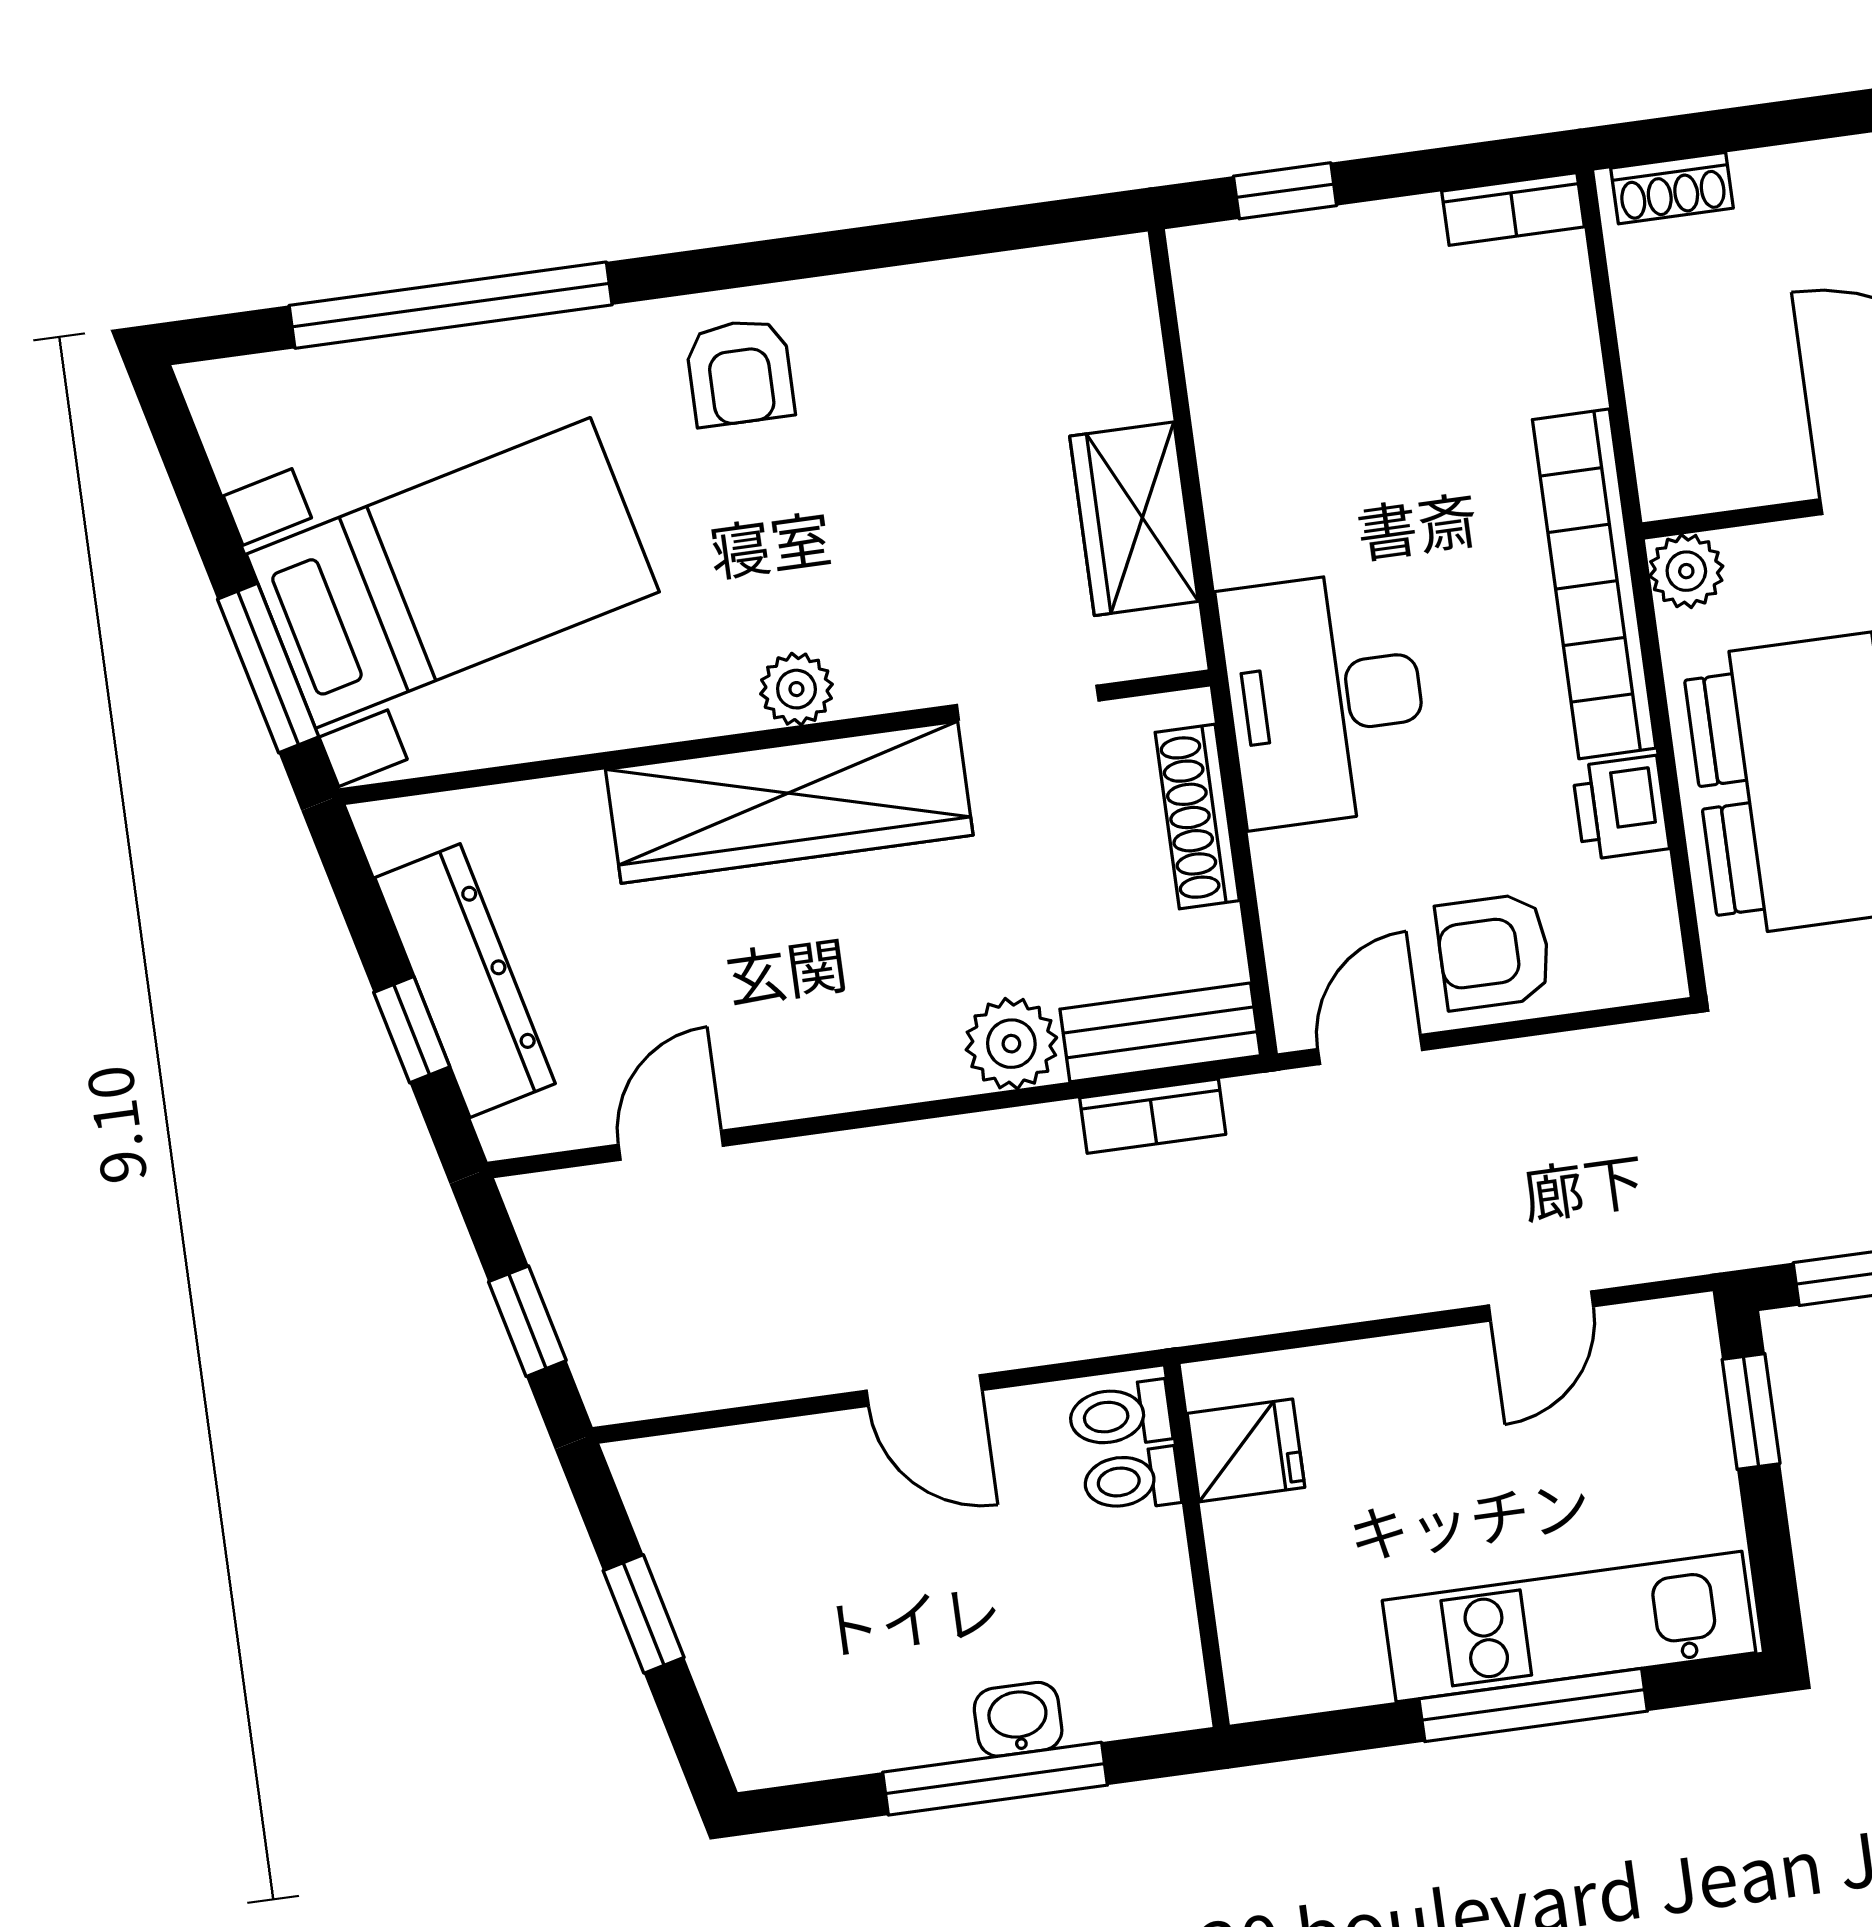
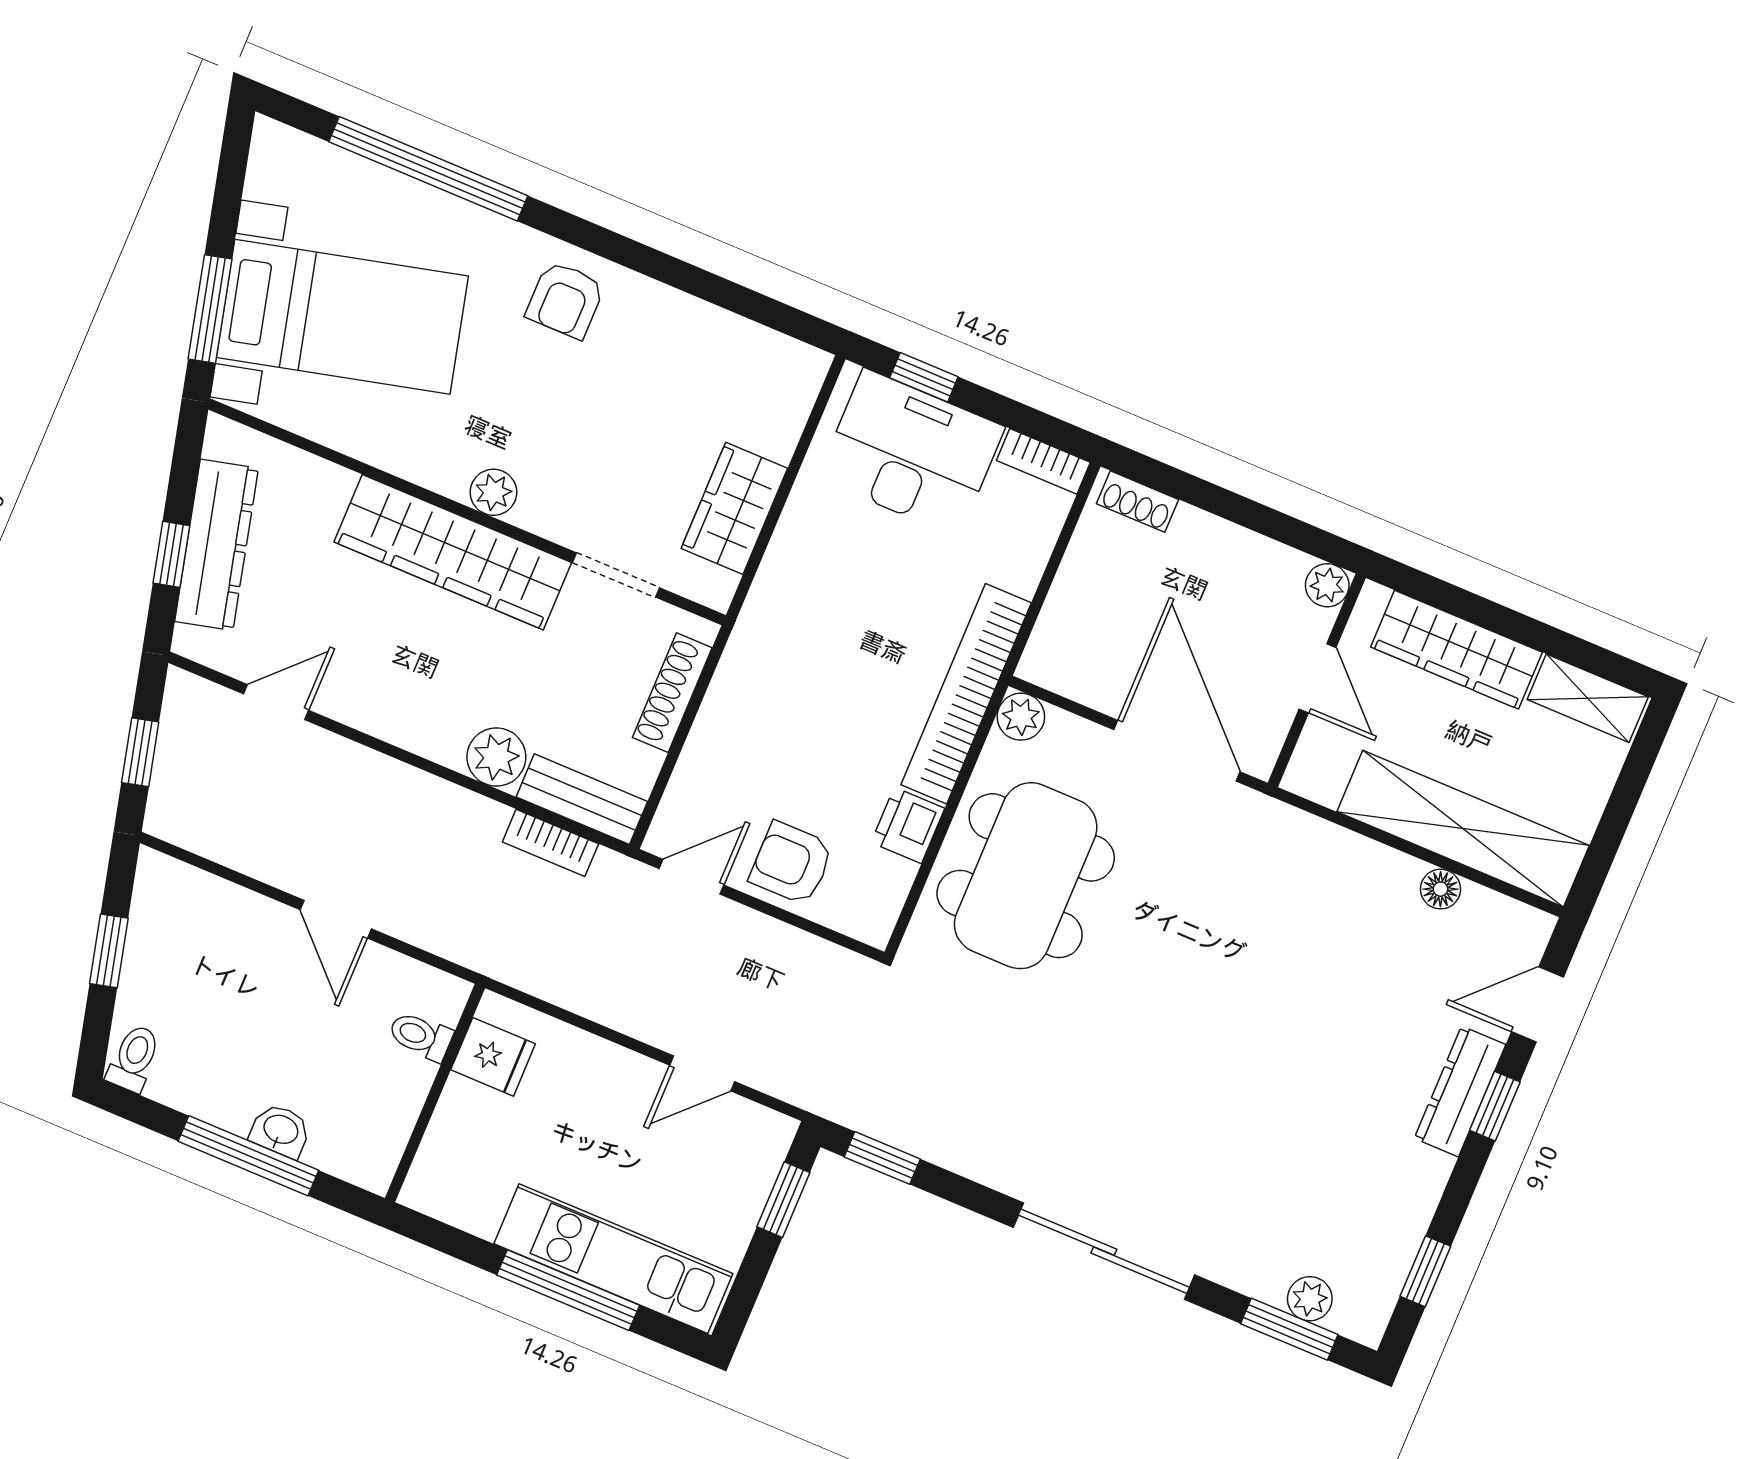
desk: (1325, 699) -> (911, 453), moved, turned 90
toilet: (1120, 1415) -> (134, 1058), moved, turned 90

